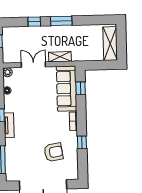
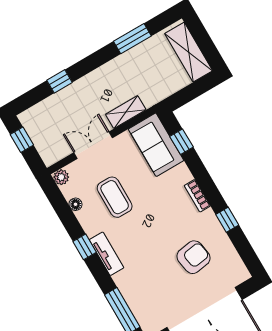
window: (61, 21) -> (132, 39), moved
sofa: (67, 89) -> (156, 145), width x0.73
coffee table: (30, 98) -> (115, 197), added

